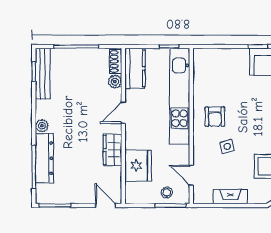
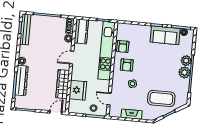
armchair: (205, 87) -> (123, 46), added
wardrobe: (112, 150) -> (63, 84), width x1.50
door: (105, 206) -> (56, 113), hinge flipped

